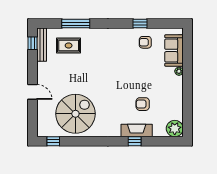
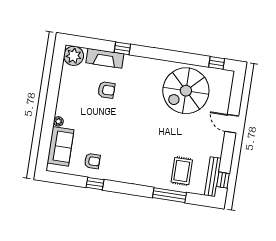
rug: (69, 45) -> (182, 171), turned 90
fireplace: (137, 131) -> (105, 58), moved

